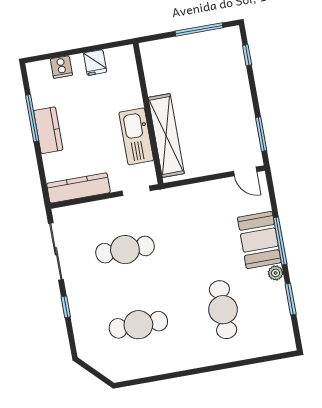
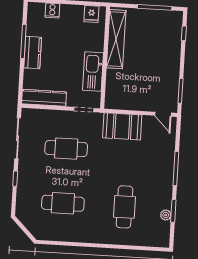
fridge: (95, 63) -> (91, 14), moved
shelving: (166, 136) -> (116, 39), moved
booth: (259, 240) -> (122, 126), moved, turned 90
plant: (276, 273) -> (166, 215), moved

